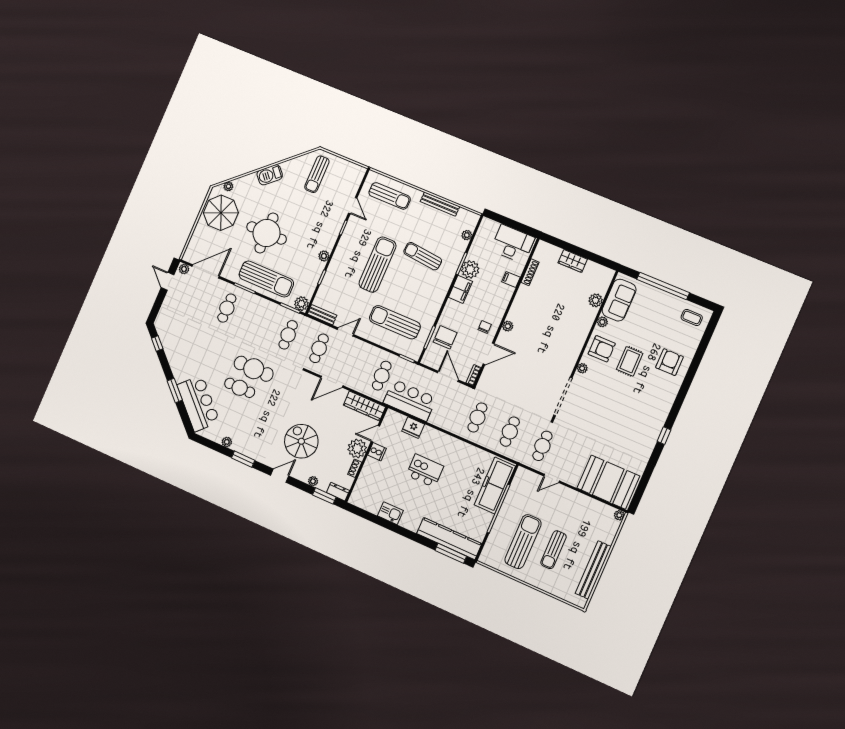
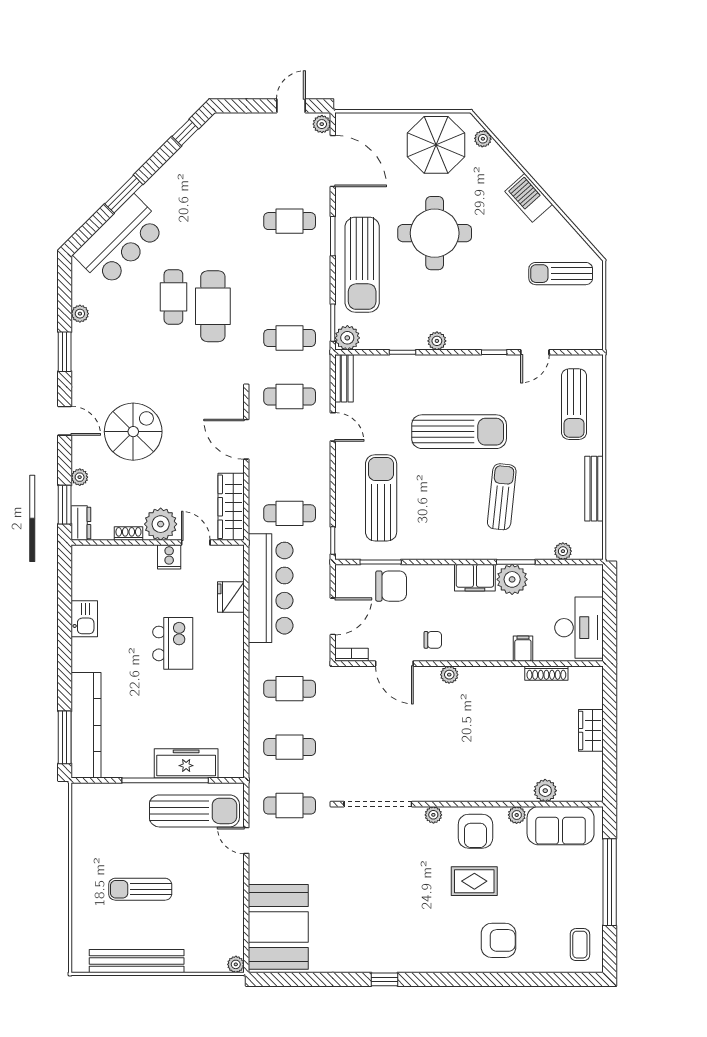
bar counter: (410, 400) -> (271, 588), width x1.36
freezer: (495, 485) -> (186, 763), width x0.73, depth x0.79
sun lounger: (523, 542) -> (194, 811), moved

